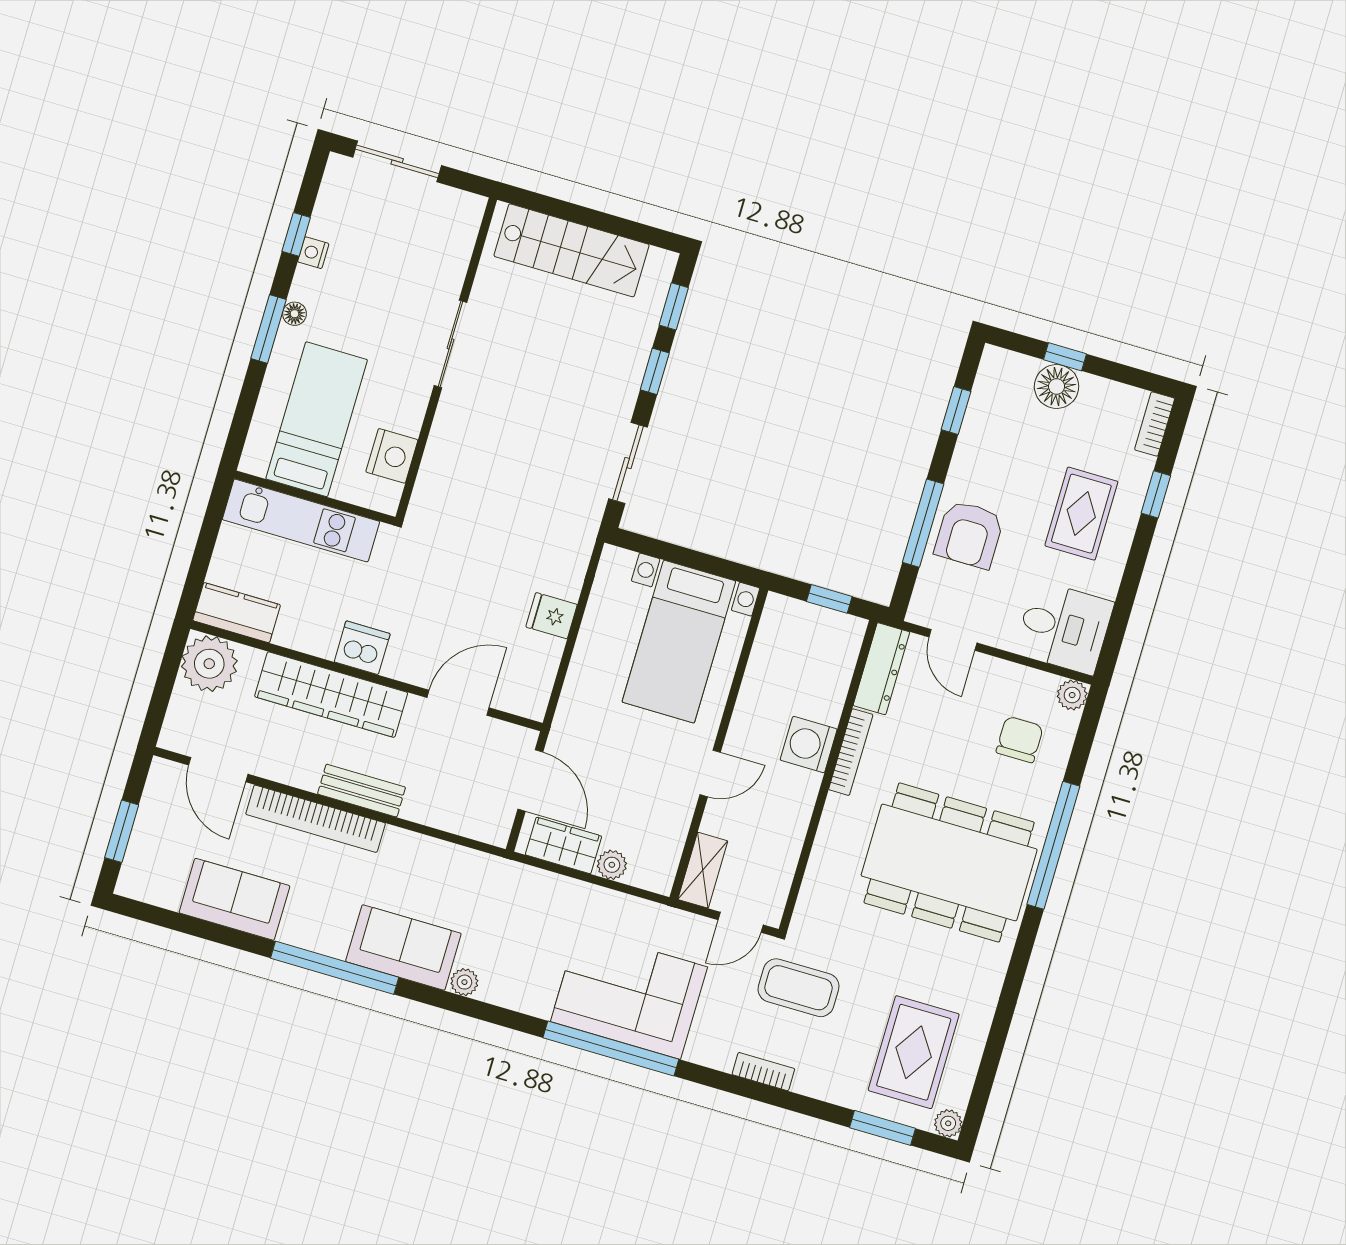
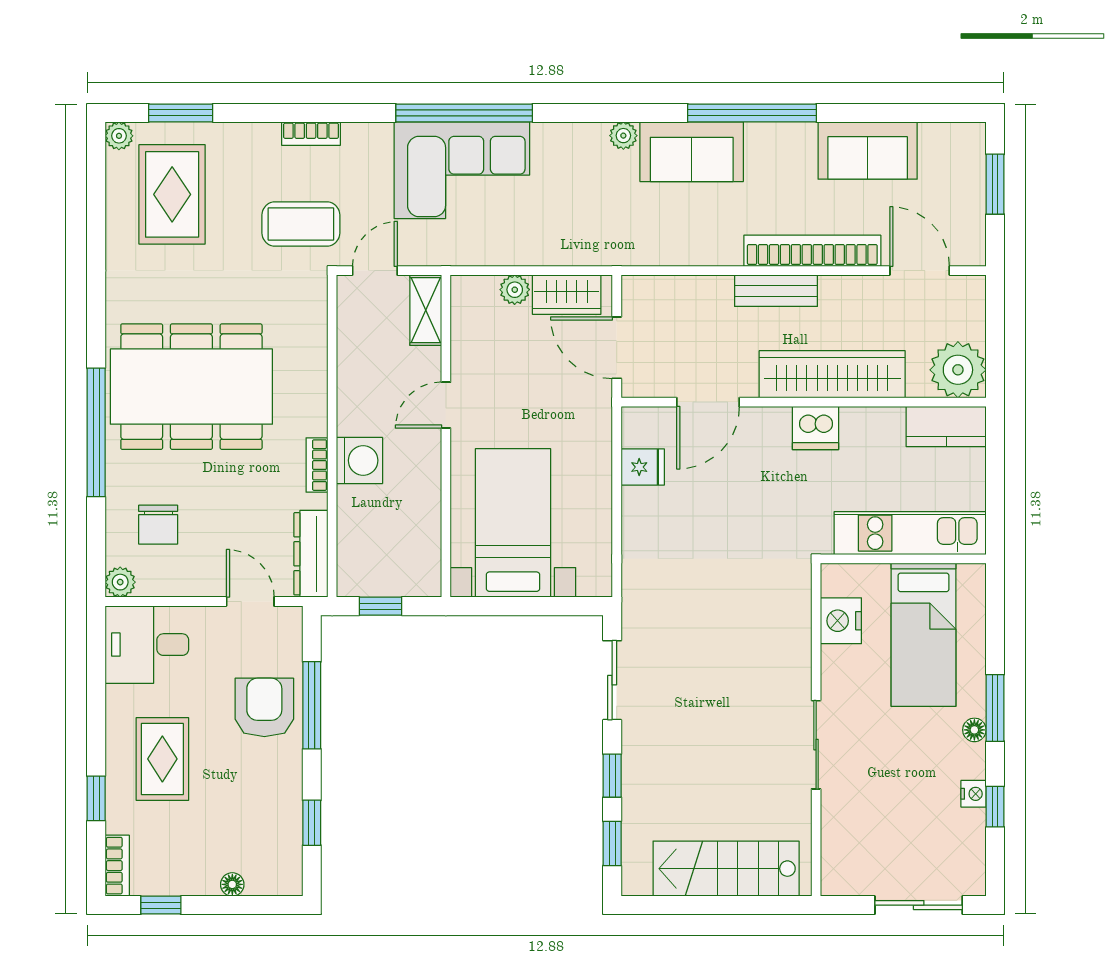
window: (1065, 357) -> (161, 905), moved
floor lamp: (1057, 386) -> (232, 884), width x0.53, depth x0.53
fridge: (551, 616) -> (643, 467), moved
bookcase: (851, 752) -> (317, 465), width x0.64

